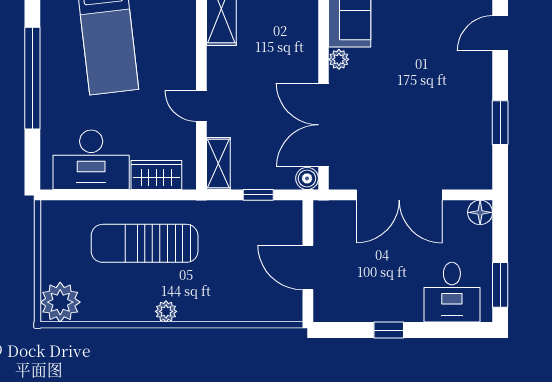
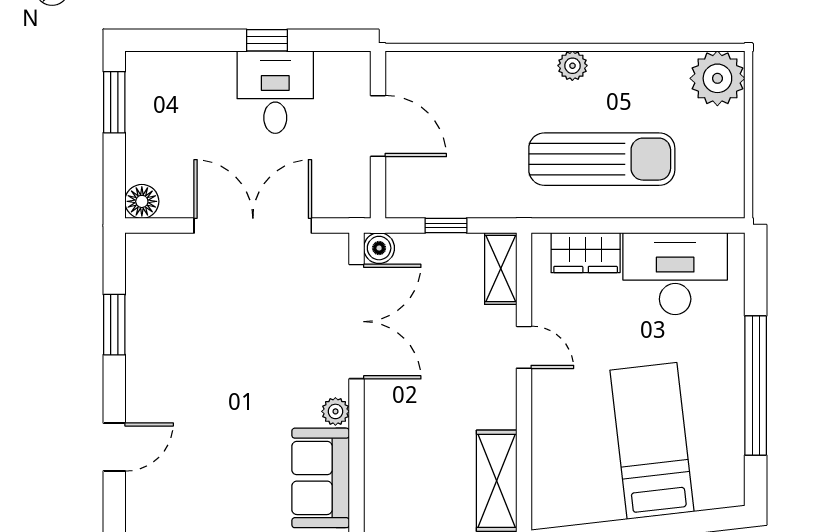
desk: (452, 292) -> (275, 92), moved

